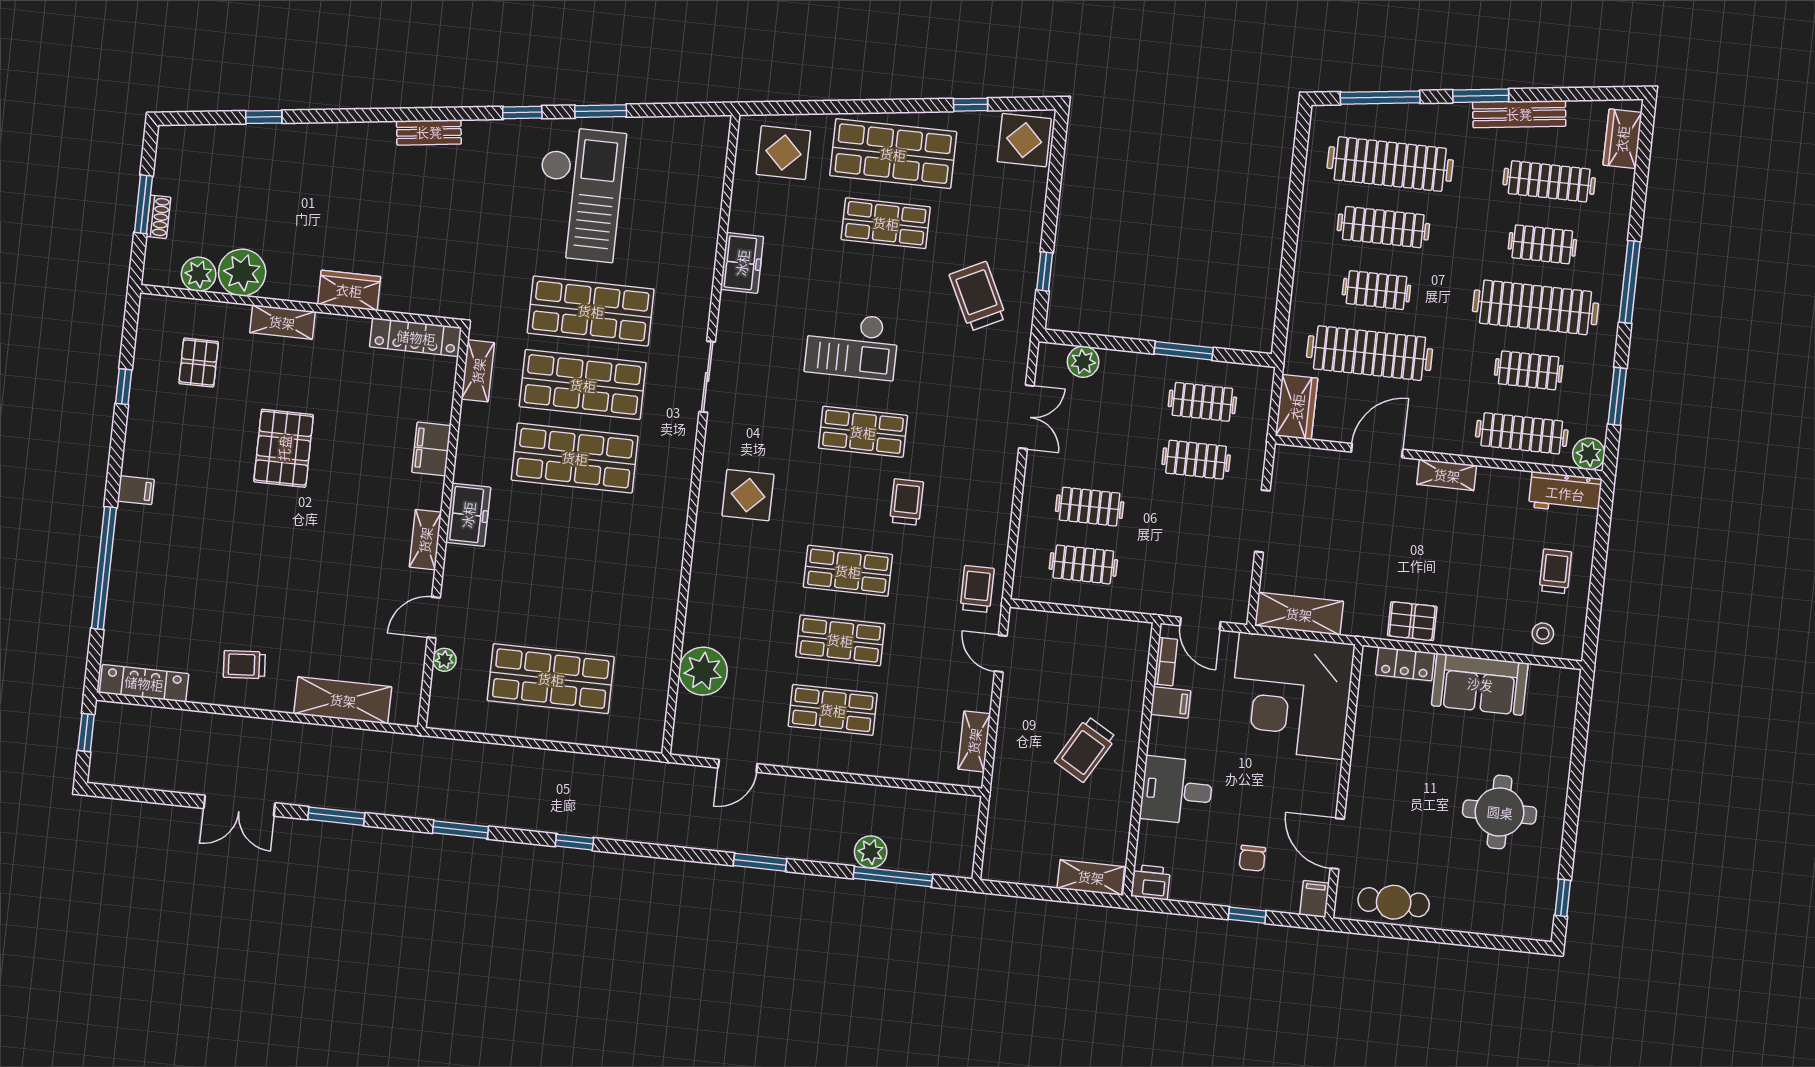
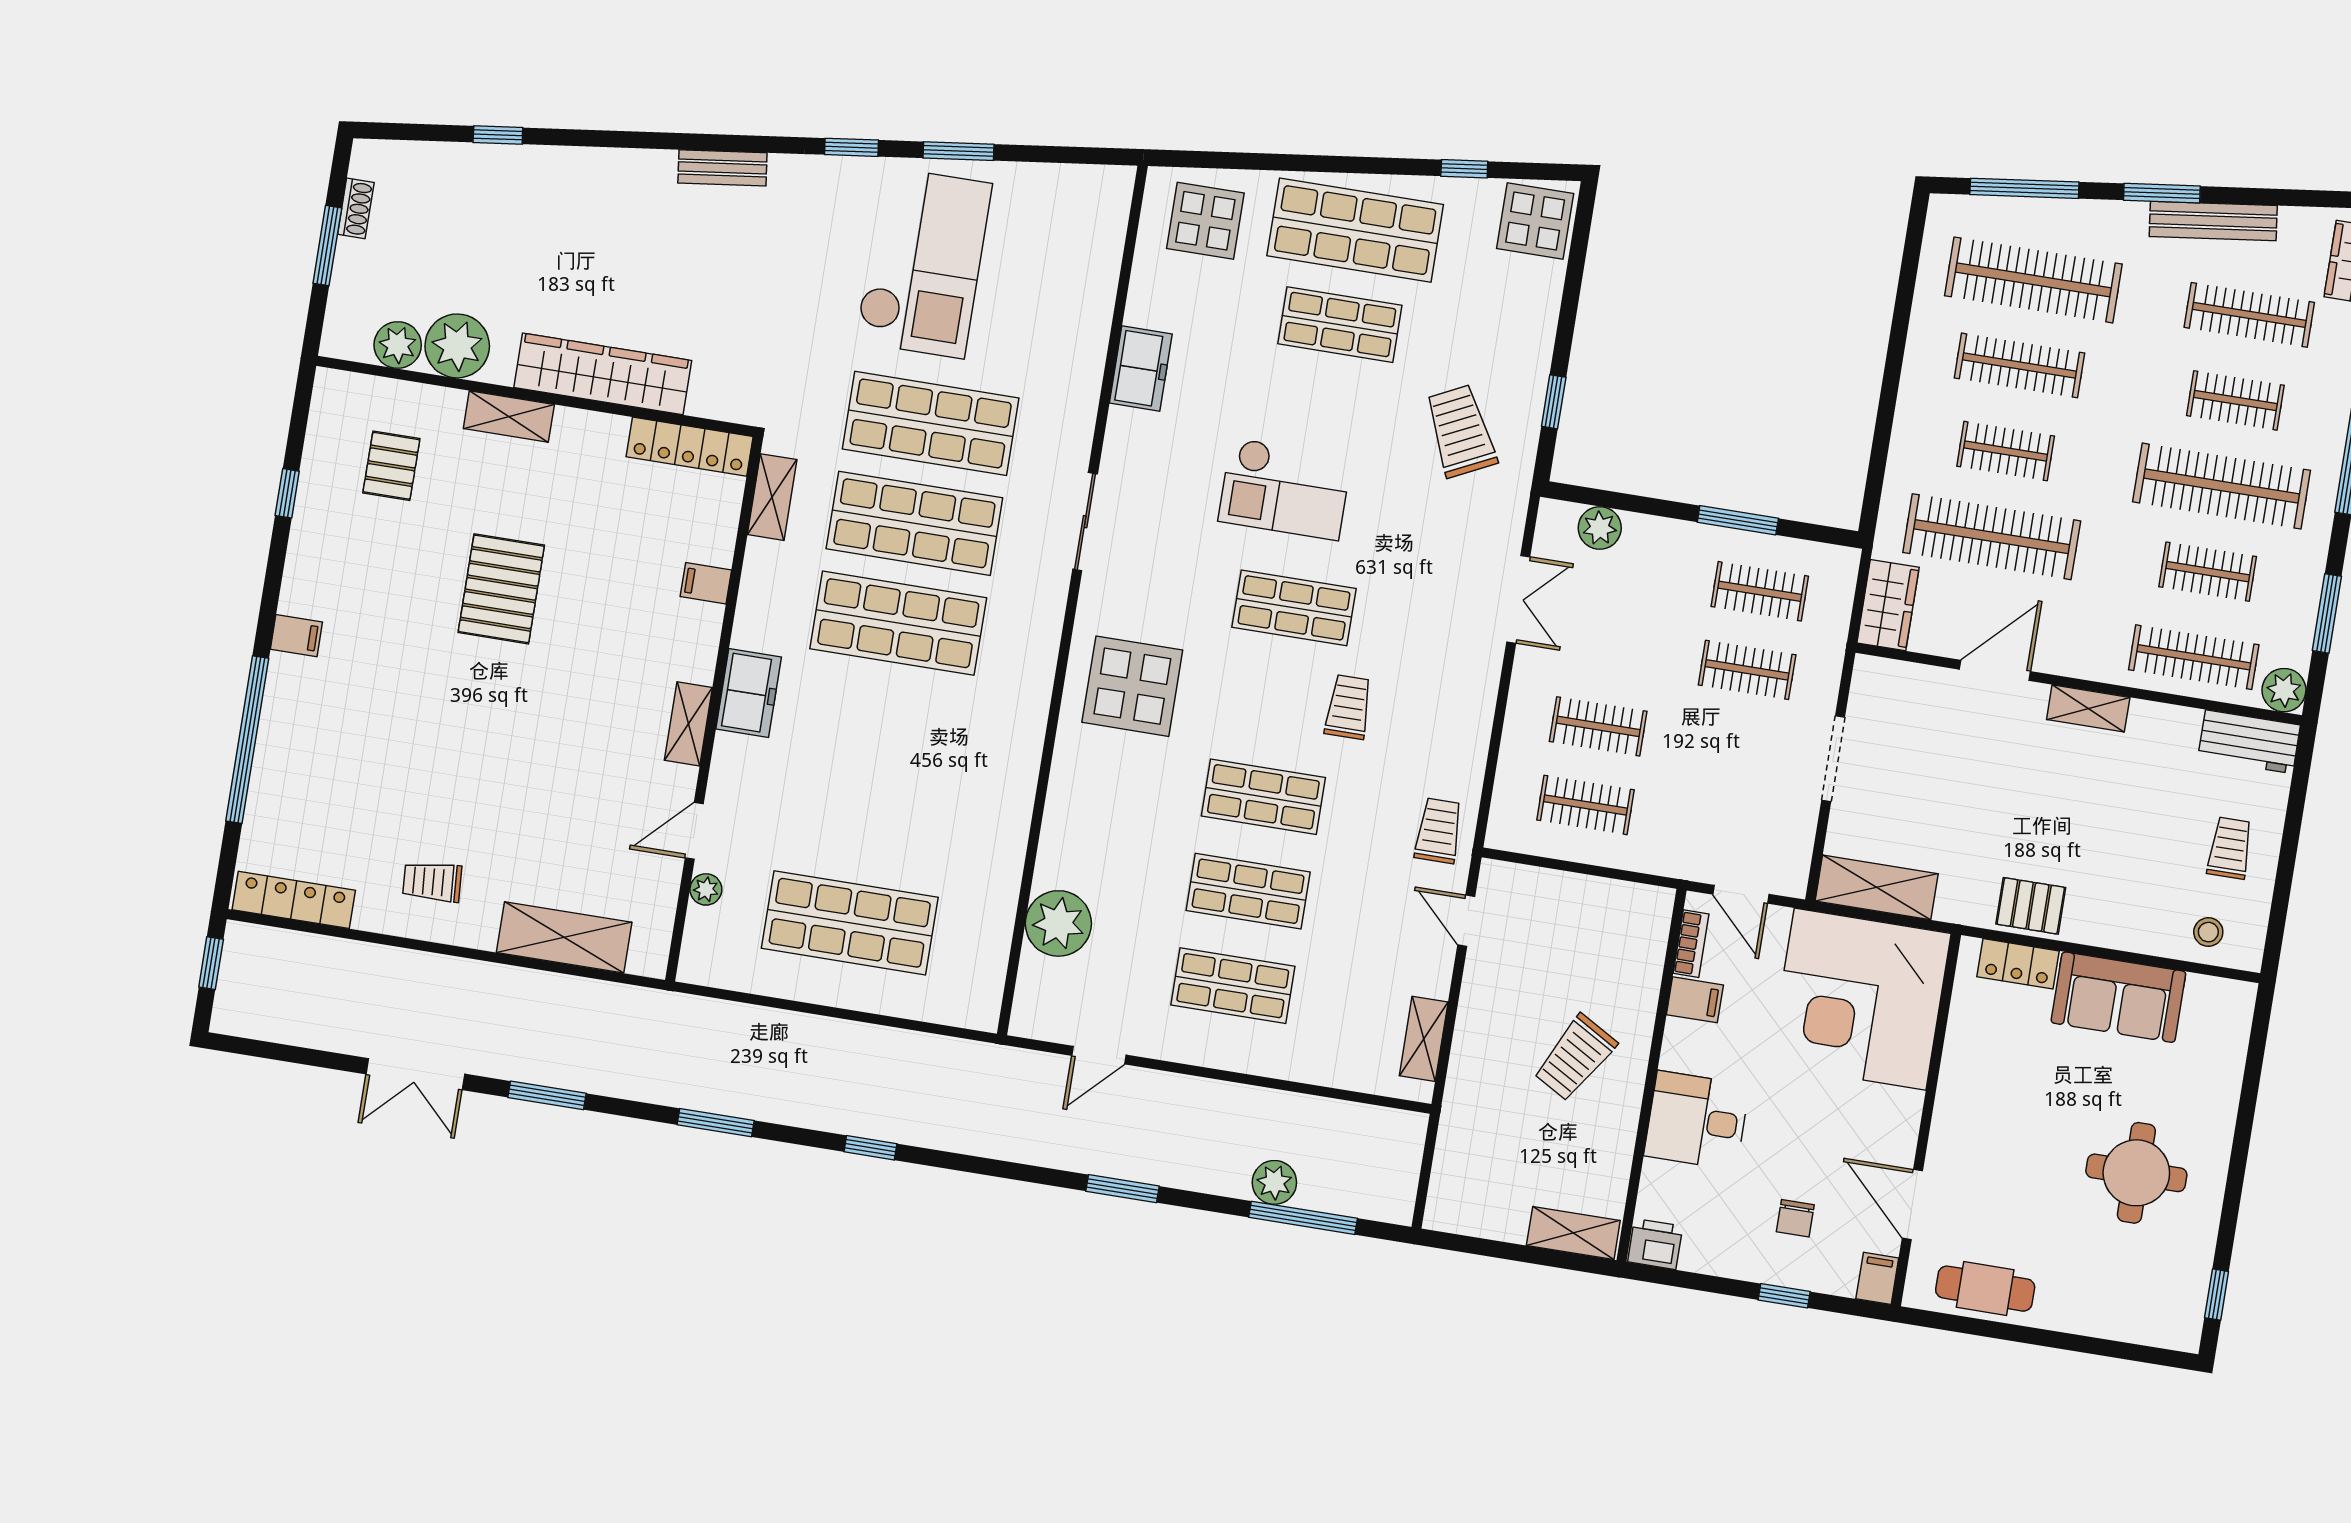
shoe rack: (158, 217) -> (356, 208), moved
wardrobe: (349, 290) -> (603, 374), width x2.10, depth x1.17
filing cabinet: (431, 449) -> (706, 583), width x0.50
display table: (748, 495) -> (1132, 686), width x1.36, depth x1.36

